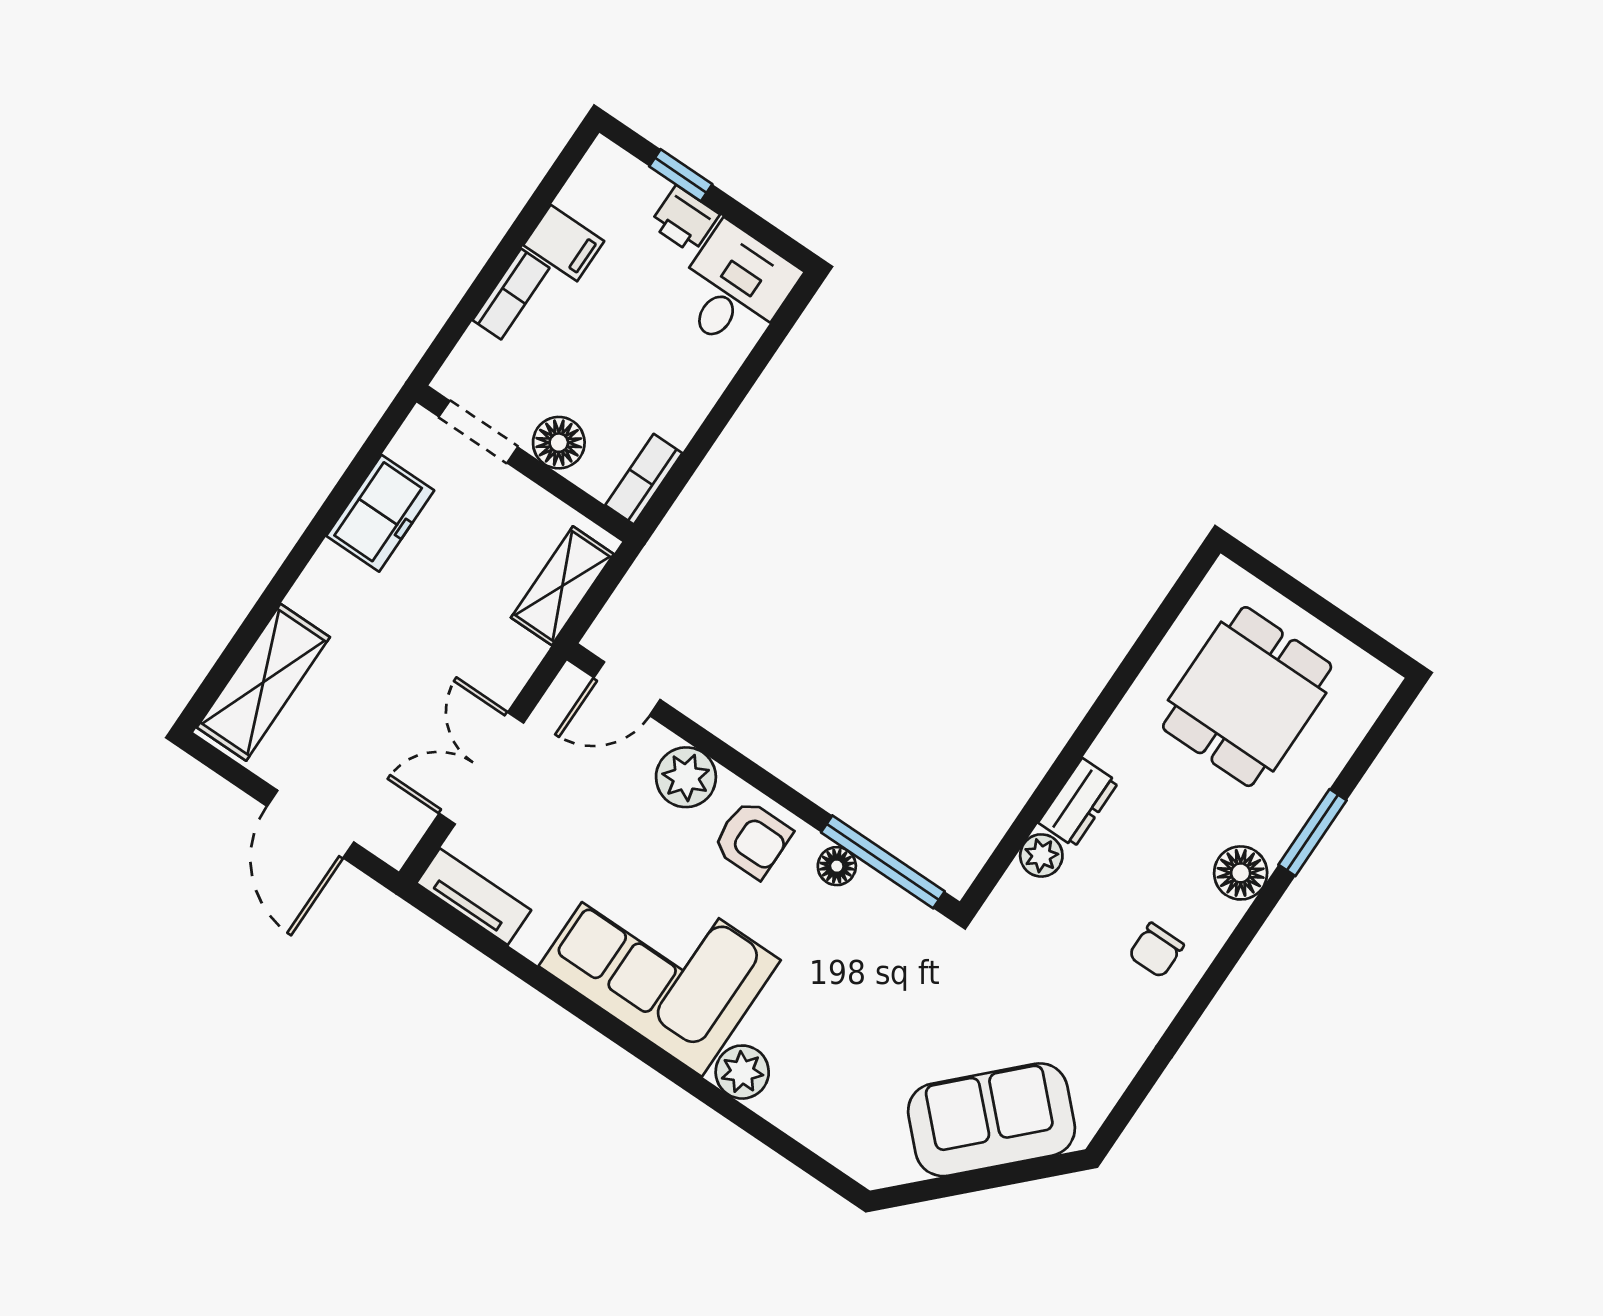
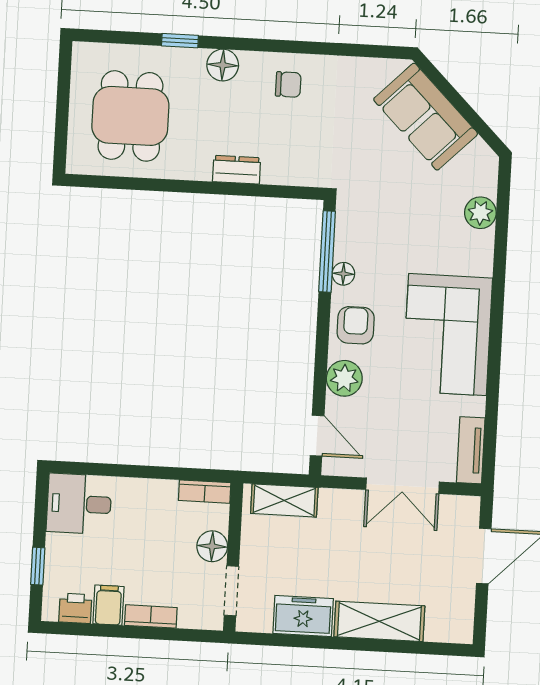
printer: (685, 219) -> (75, 608), moved, turned -90
shelving: (263, 682) -> (379, 621), moved
dining table: (1247, 697) -> (130, 116), turned 90
window: (1312, 833) -> (180, 41), width x0.67
plant: (1041, 855) -> (275, 172), removed
plant: (742, 1072) -> (480, 213), moved

